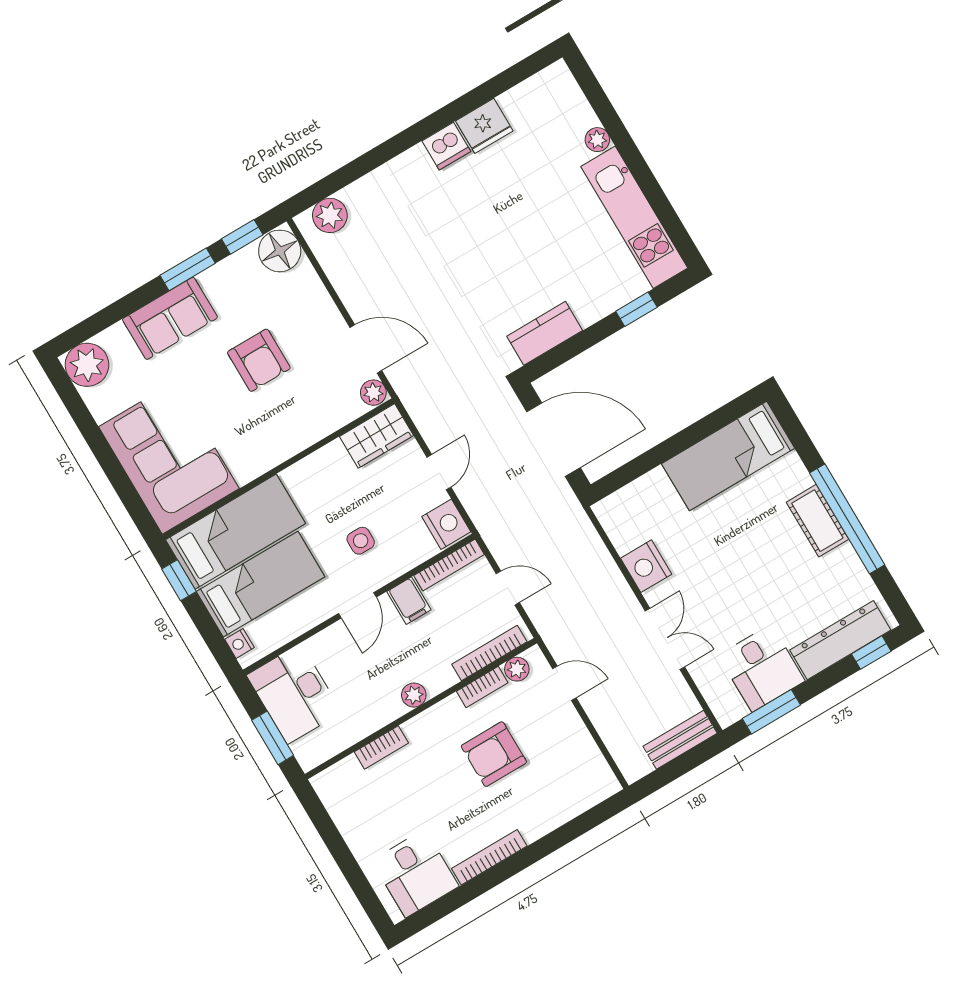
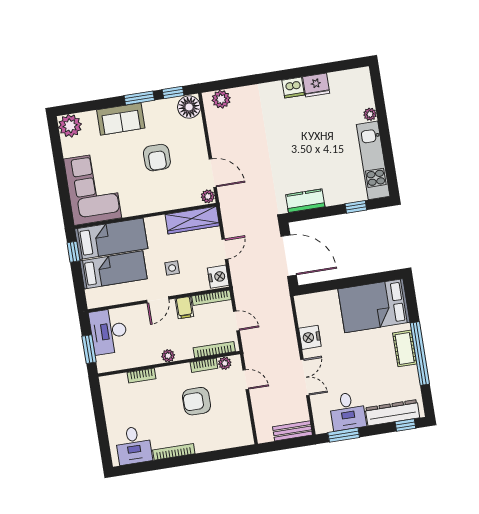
wardrobe: (377, 436) -> (192, 220), width x1.50
bed: (728, 456) -> (374, 306), width x1.50
nightstand: (240, 643) -> (91, 295), removed

